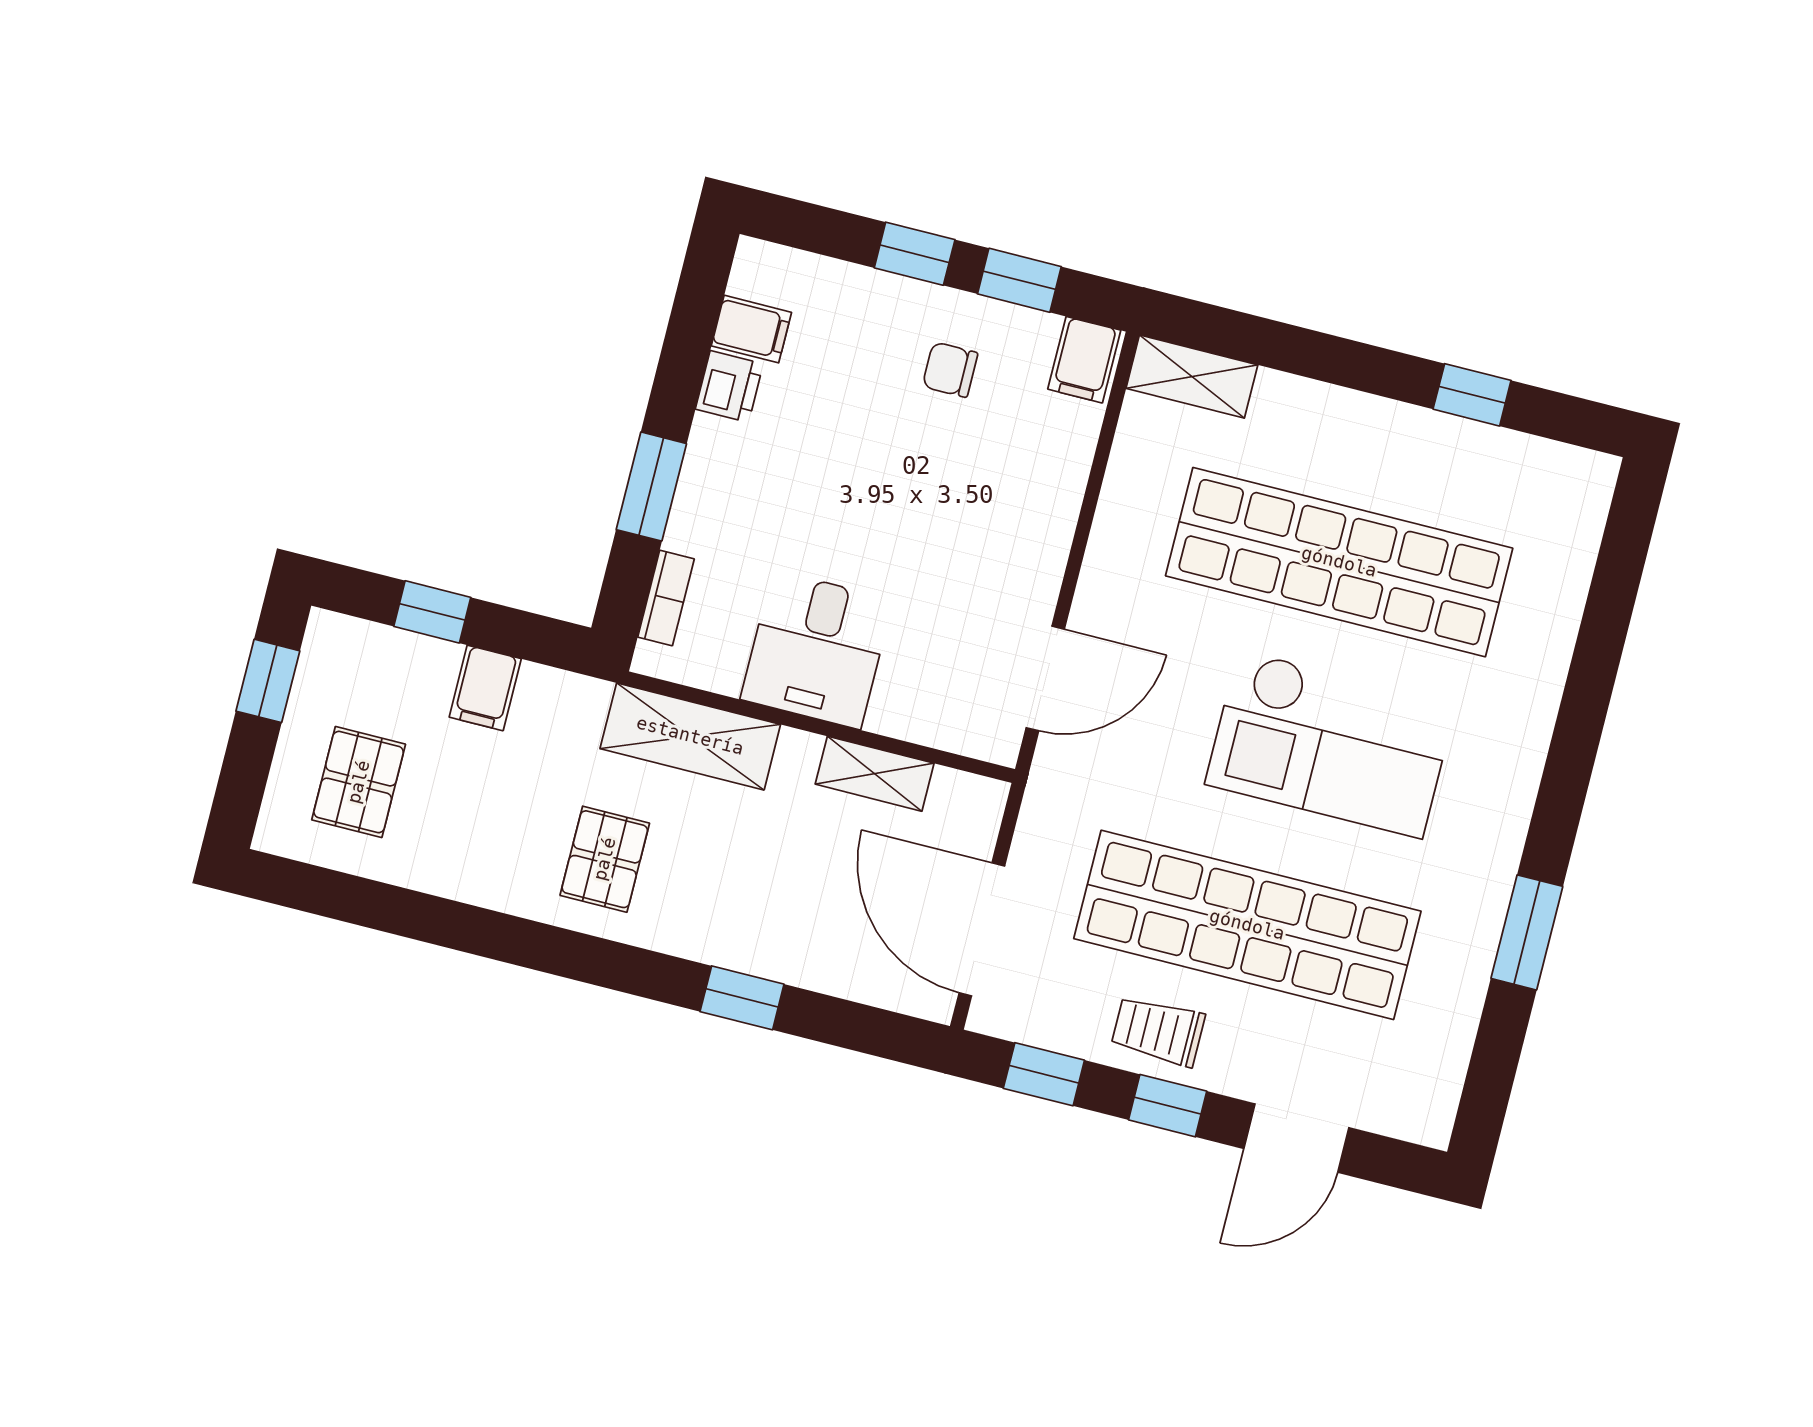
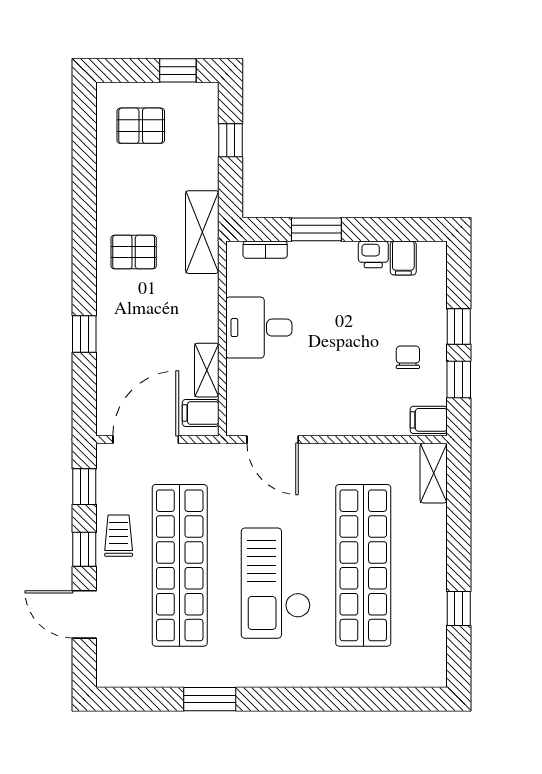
filing cabinet: (485, 688) -> (201, 413), moved
shelving: (690, 736) -> (202, 232), moved

